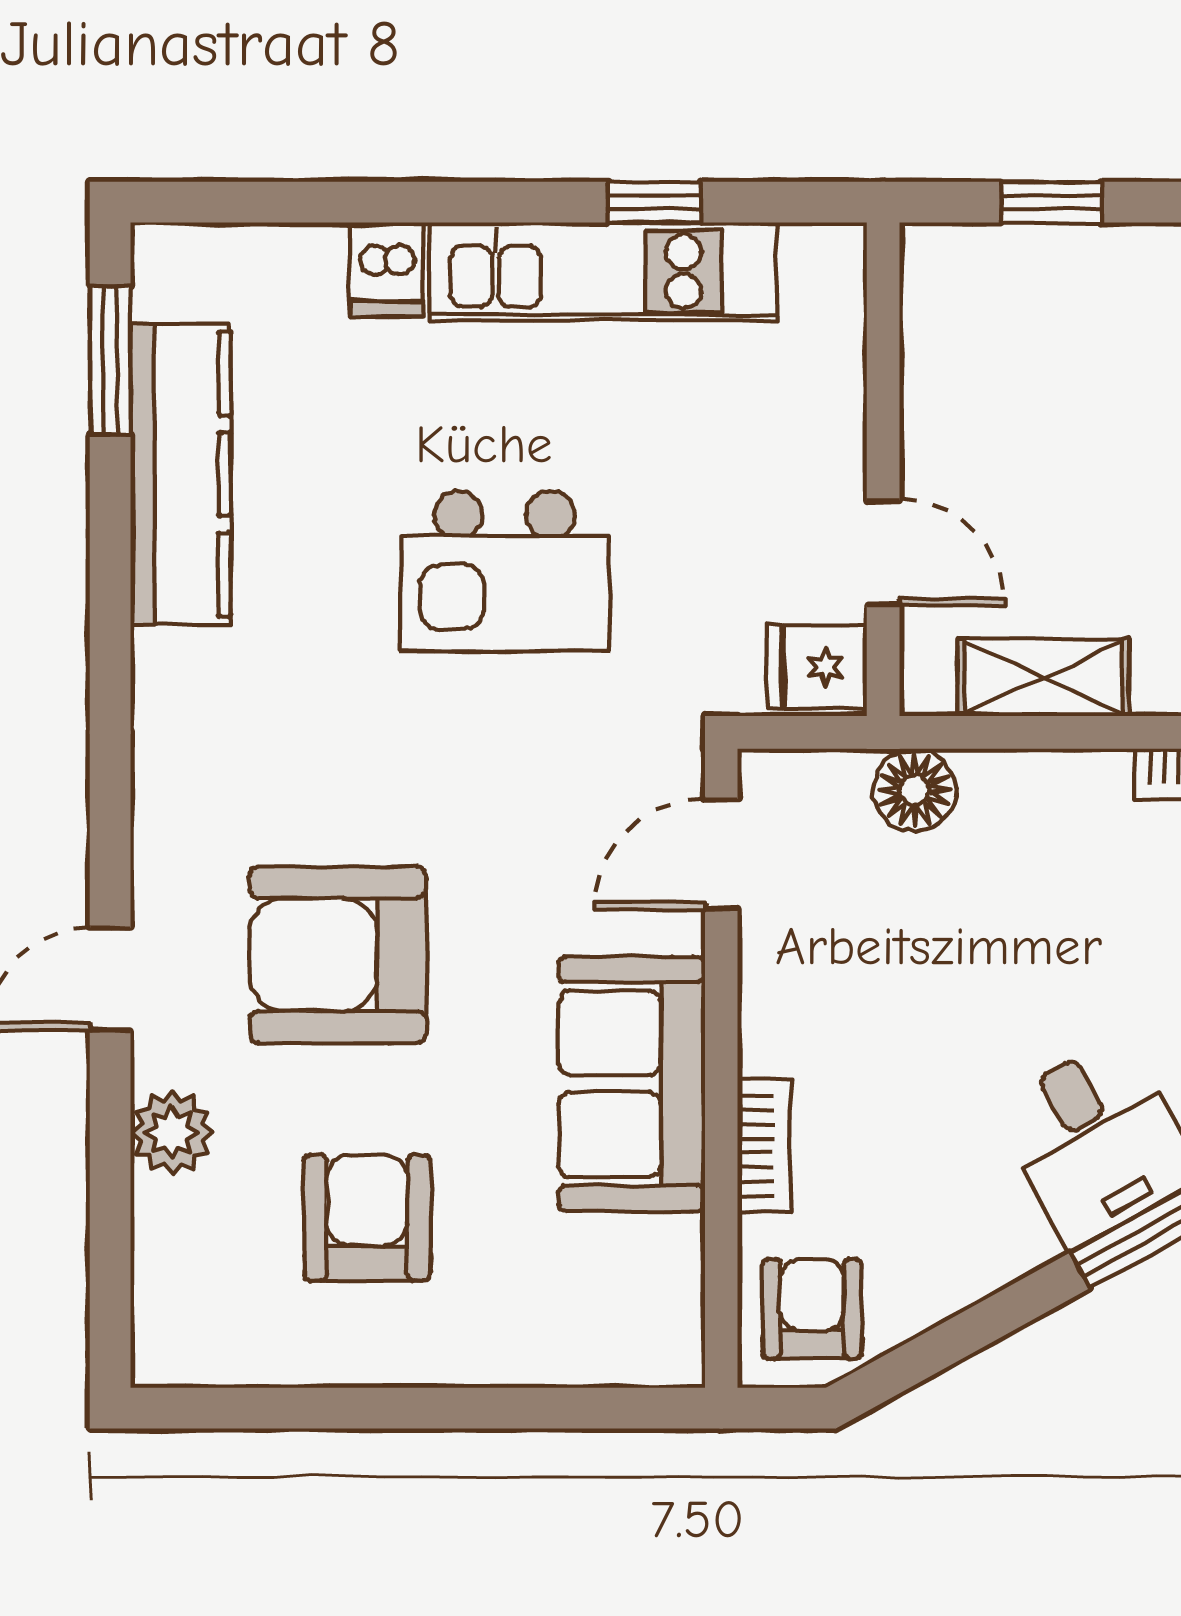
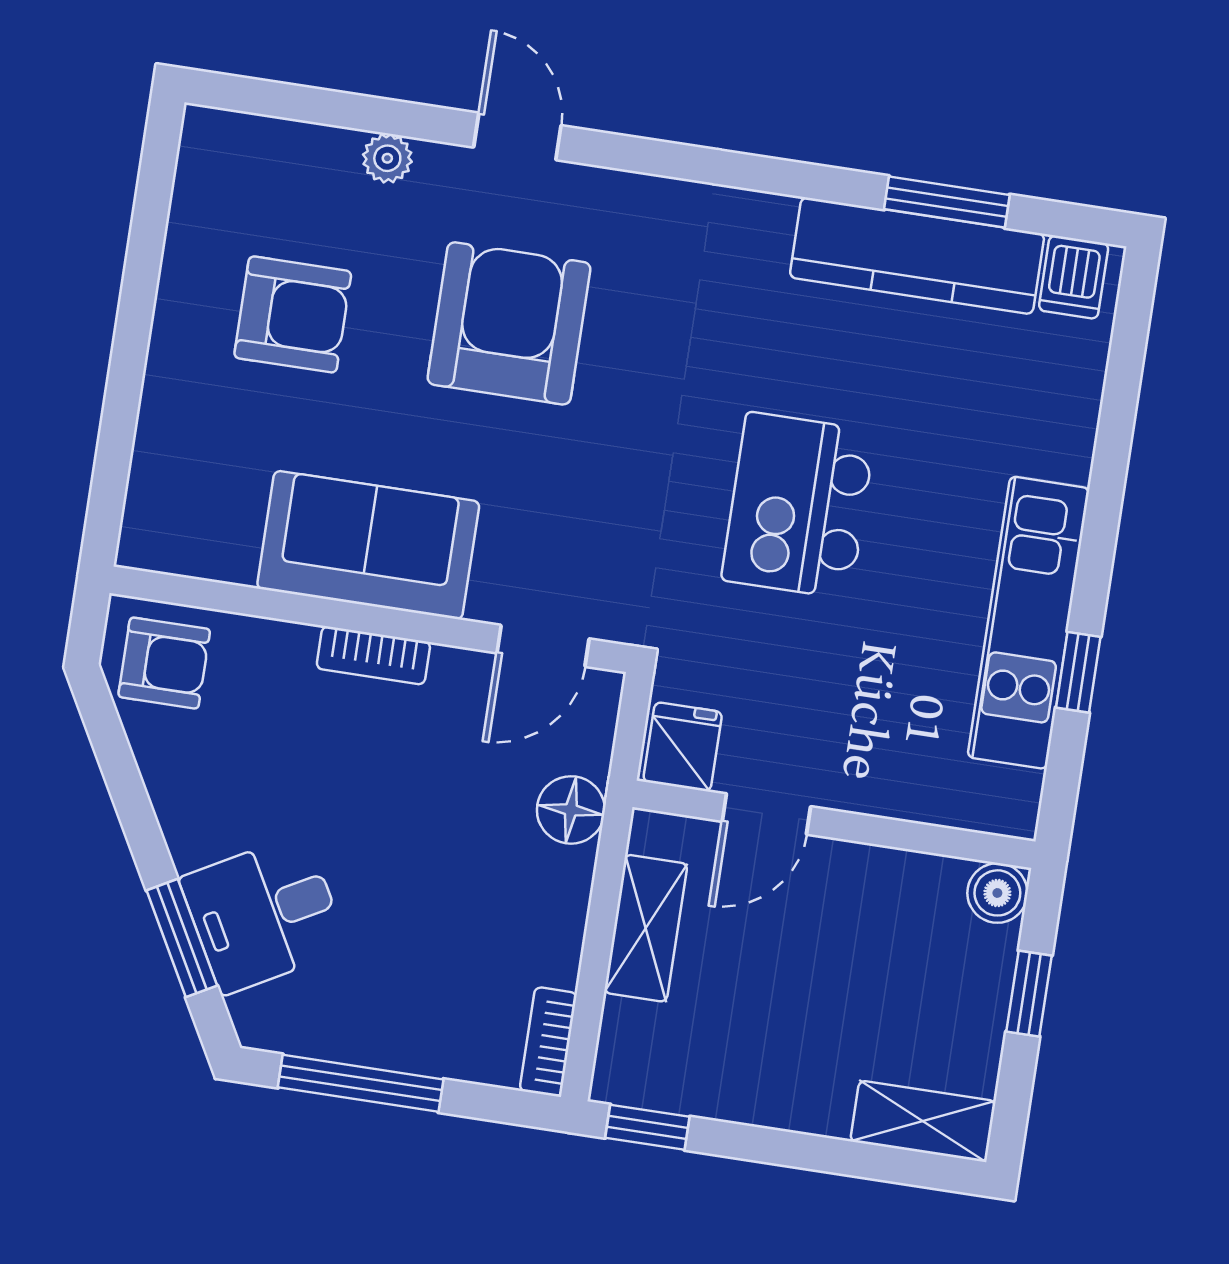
boiler: (936, 259) -> (997, 893), added
dishwasher: (387, 269) -> (1074, 277), moved, turned -90
window: (110, 360) -> (947, 202), moved
door: (721, 854) -> (543, 646), swing flipped
plant: (172, 1132) -> (387, 158), width x0.73, depth x0.73
bookcase: (764, 1146) -> (373, 655), moved

